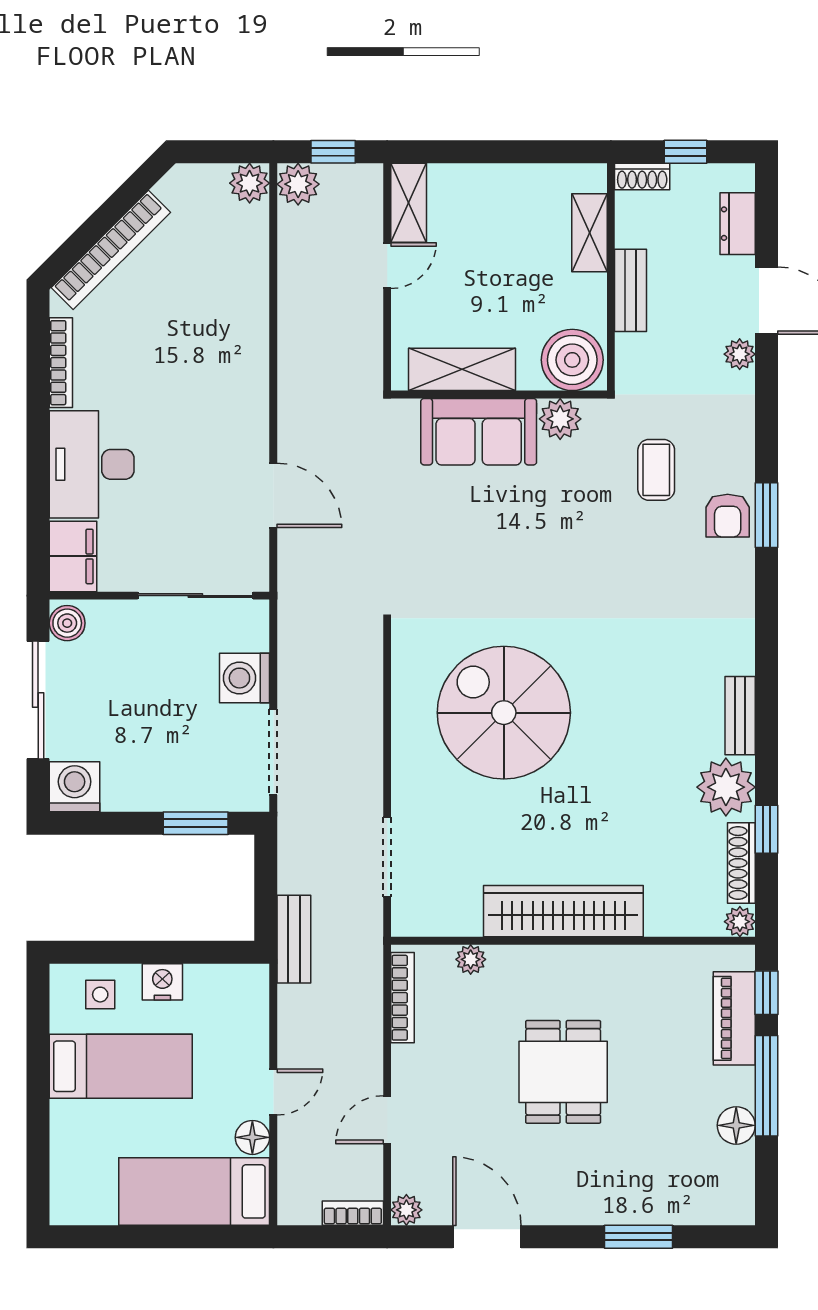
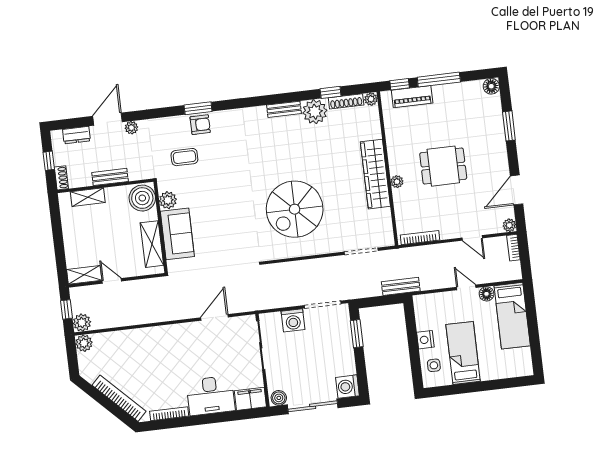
plant: (471, 959) -> (397, 182), moved
floor lamp: (736, 1125) -> (491, 86), moved

